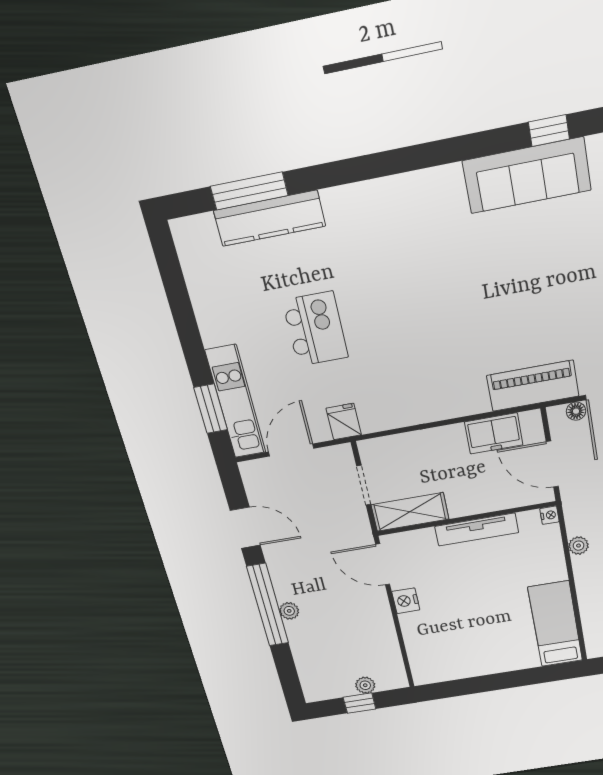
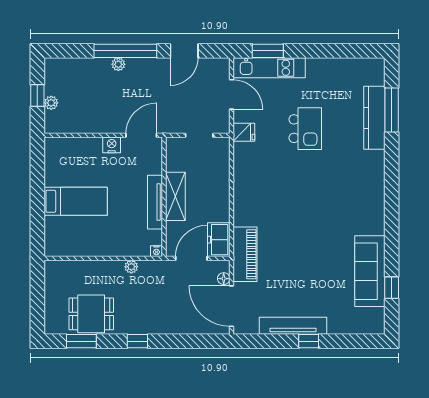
kitchen island: (315, 329) -> (305, 129), turned -90
freezer: (494, 433) -> (219, 240), moved
shelving: (410, 512) -> (175, 196), moved
bed: (555, 624) -> (76, 201), moved

